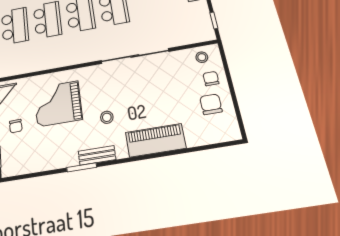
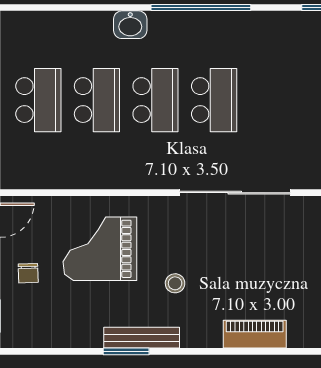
piano: (155, 140) -> (255, 334), width x0.73, depth x0.75
bench: (97, 155) -> (142, 338), width x1.36

